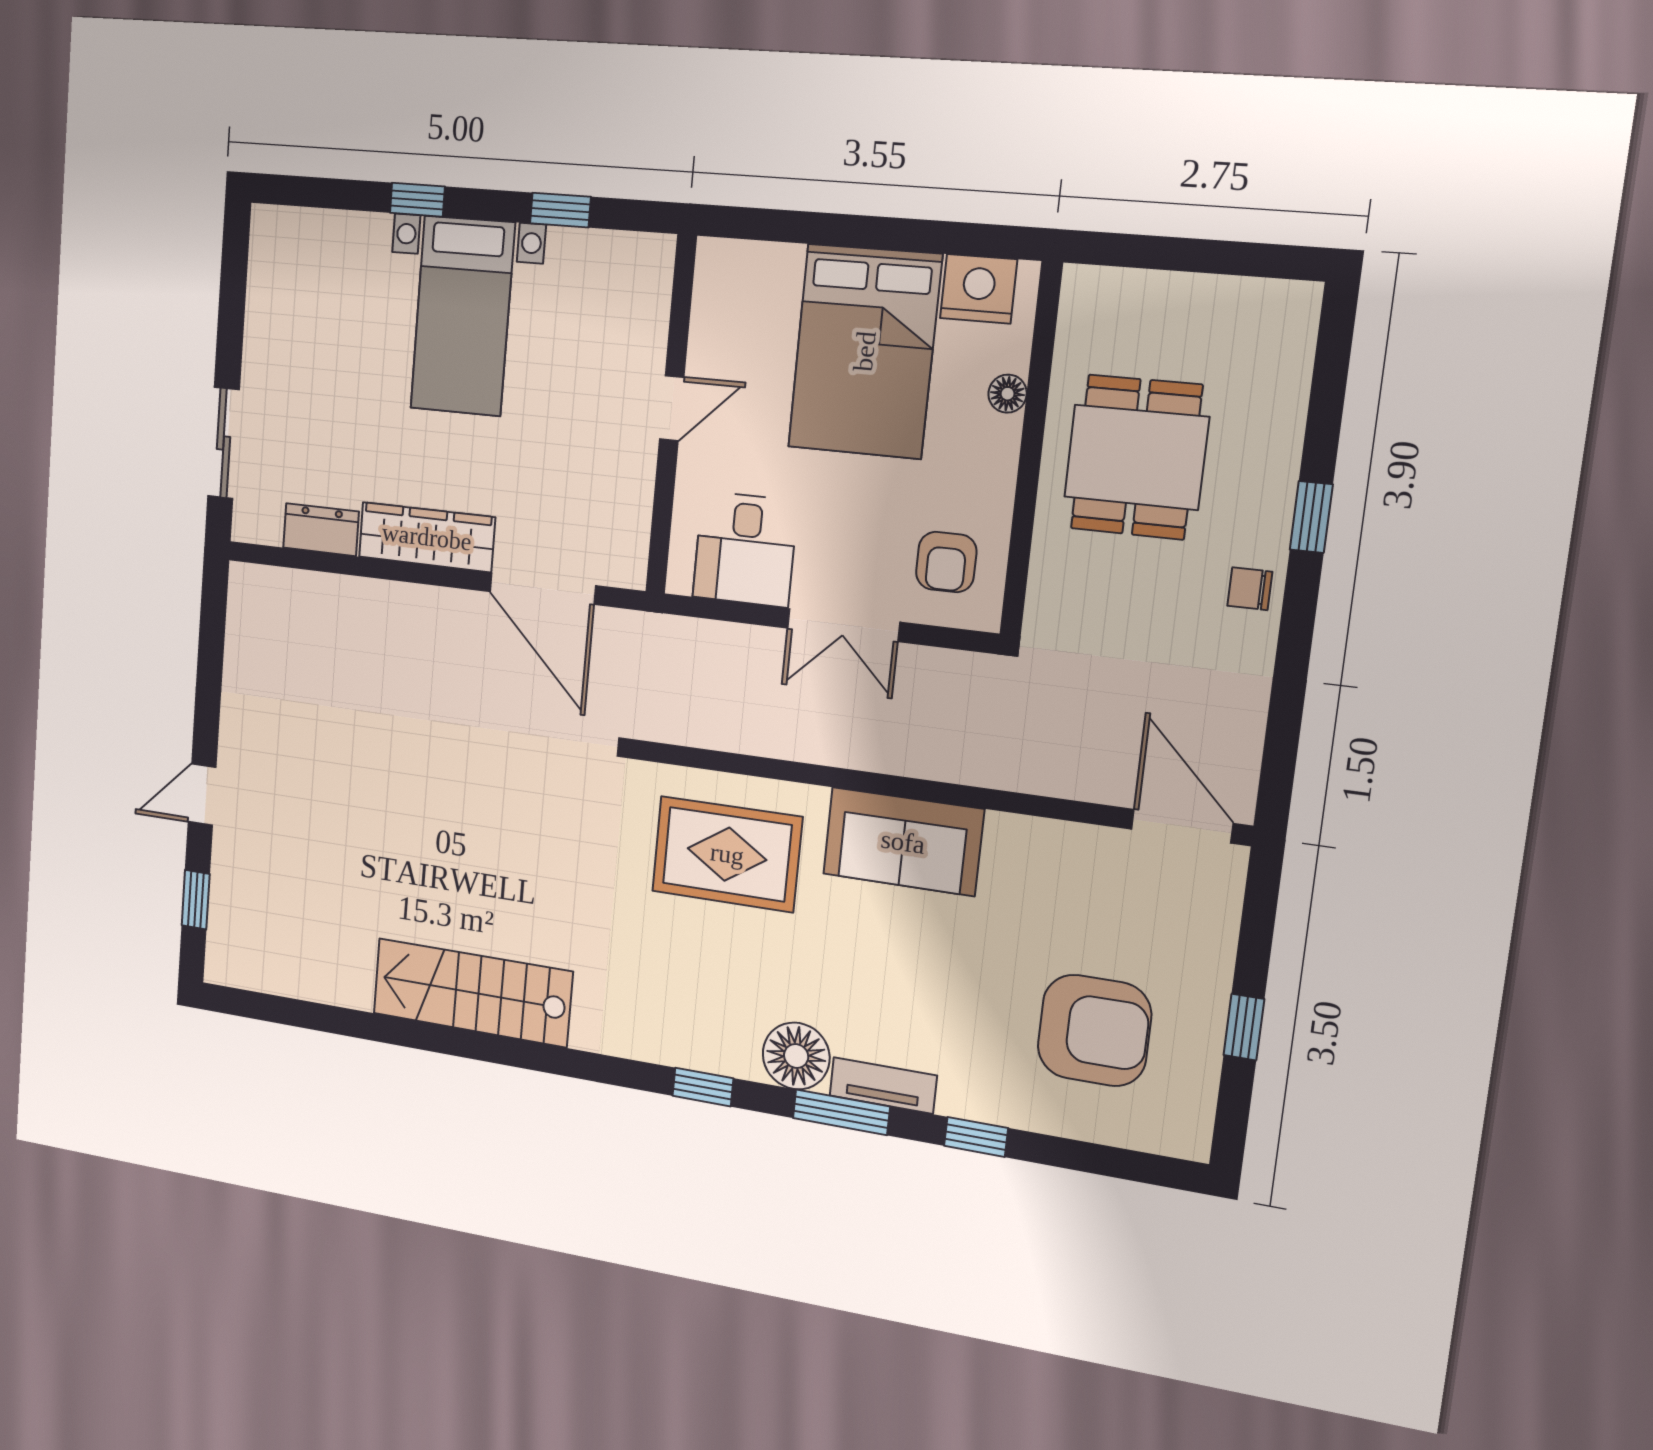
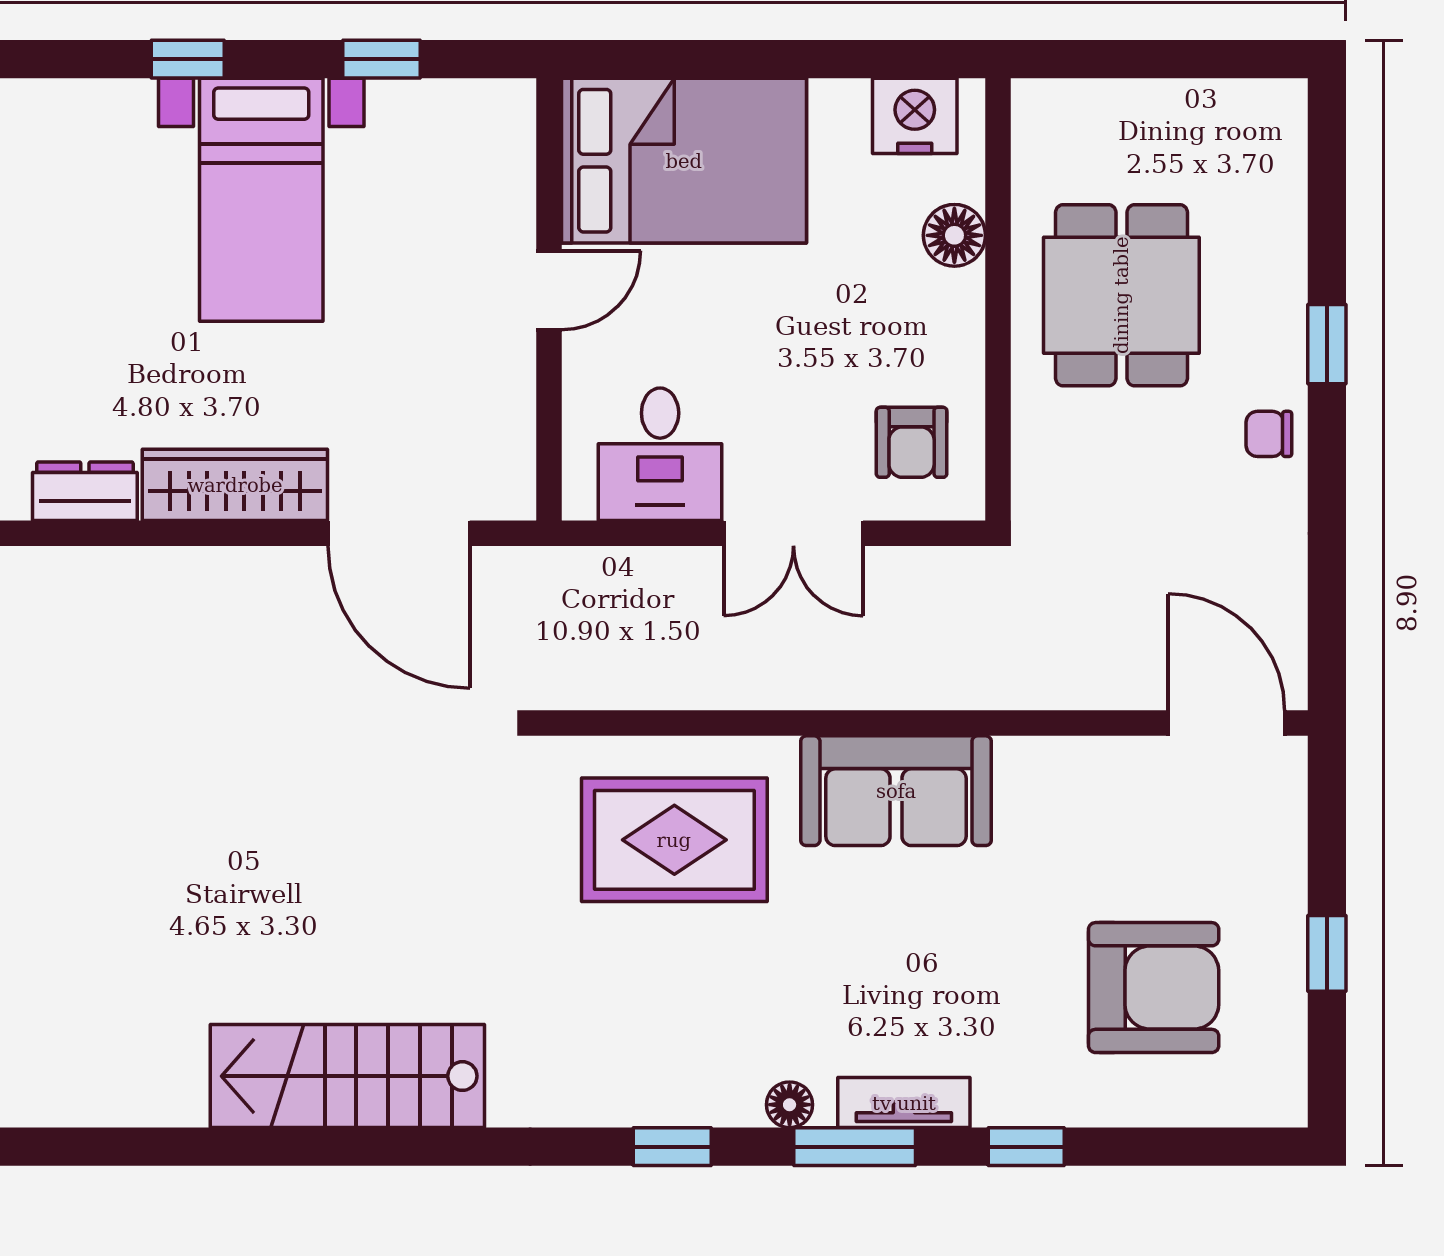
bed: (865, 351) -> (684, 161), moved, turned -90
floor lamp: (1008, 394) -> (954, 235), width x1.37, depth x1.37
floor lamp: (796, 1056) -> (790, 1105), width x0.53, depth x0.53

